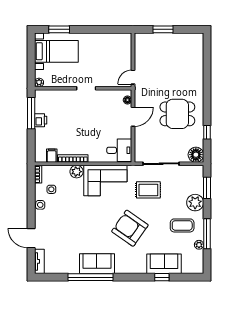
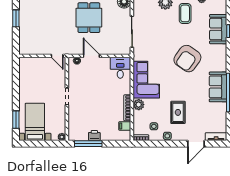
window: (163, 29) -> (16, 18), moved
rug: (148, 190) -> (178, 112), moved

